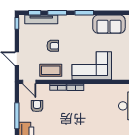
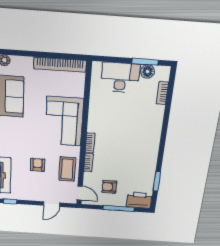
door: (29, 82) -> (80, 193), hinge flipped

